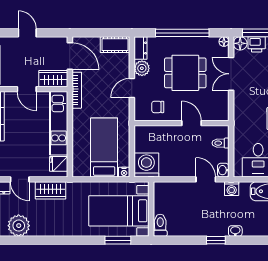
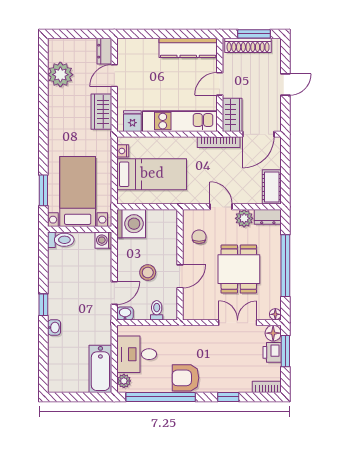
stool: (188, 151) -> (148, 272), added
nightstand: (124, 172) -> (123, 151), moved
washing machine: (232, 189) -> (103, 240), moved

